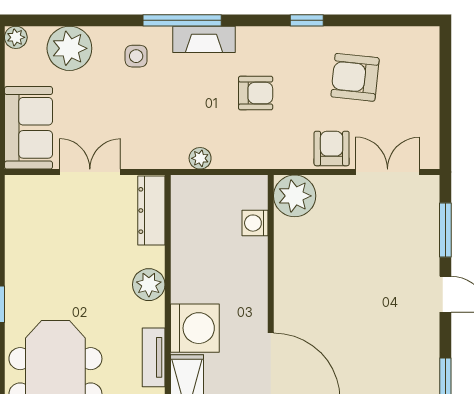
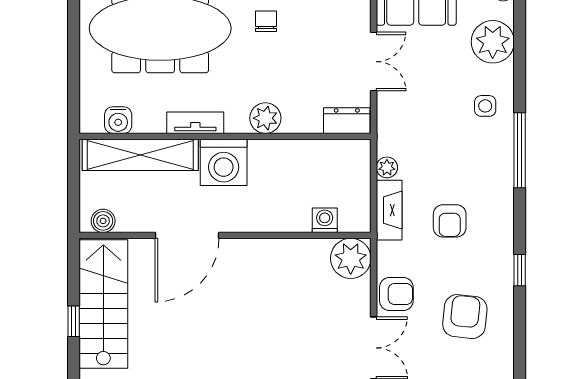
fireplace: (204, 39) -> (389, 210), moved, turned 180
dresser: (151, 211) -> (347, 121), width x0.70
chair: (48, 284) -> (266, 21), added

